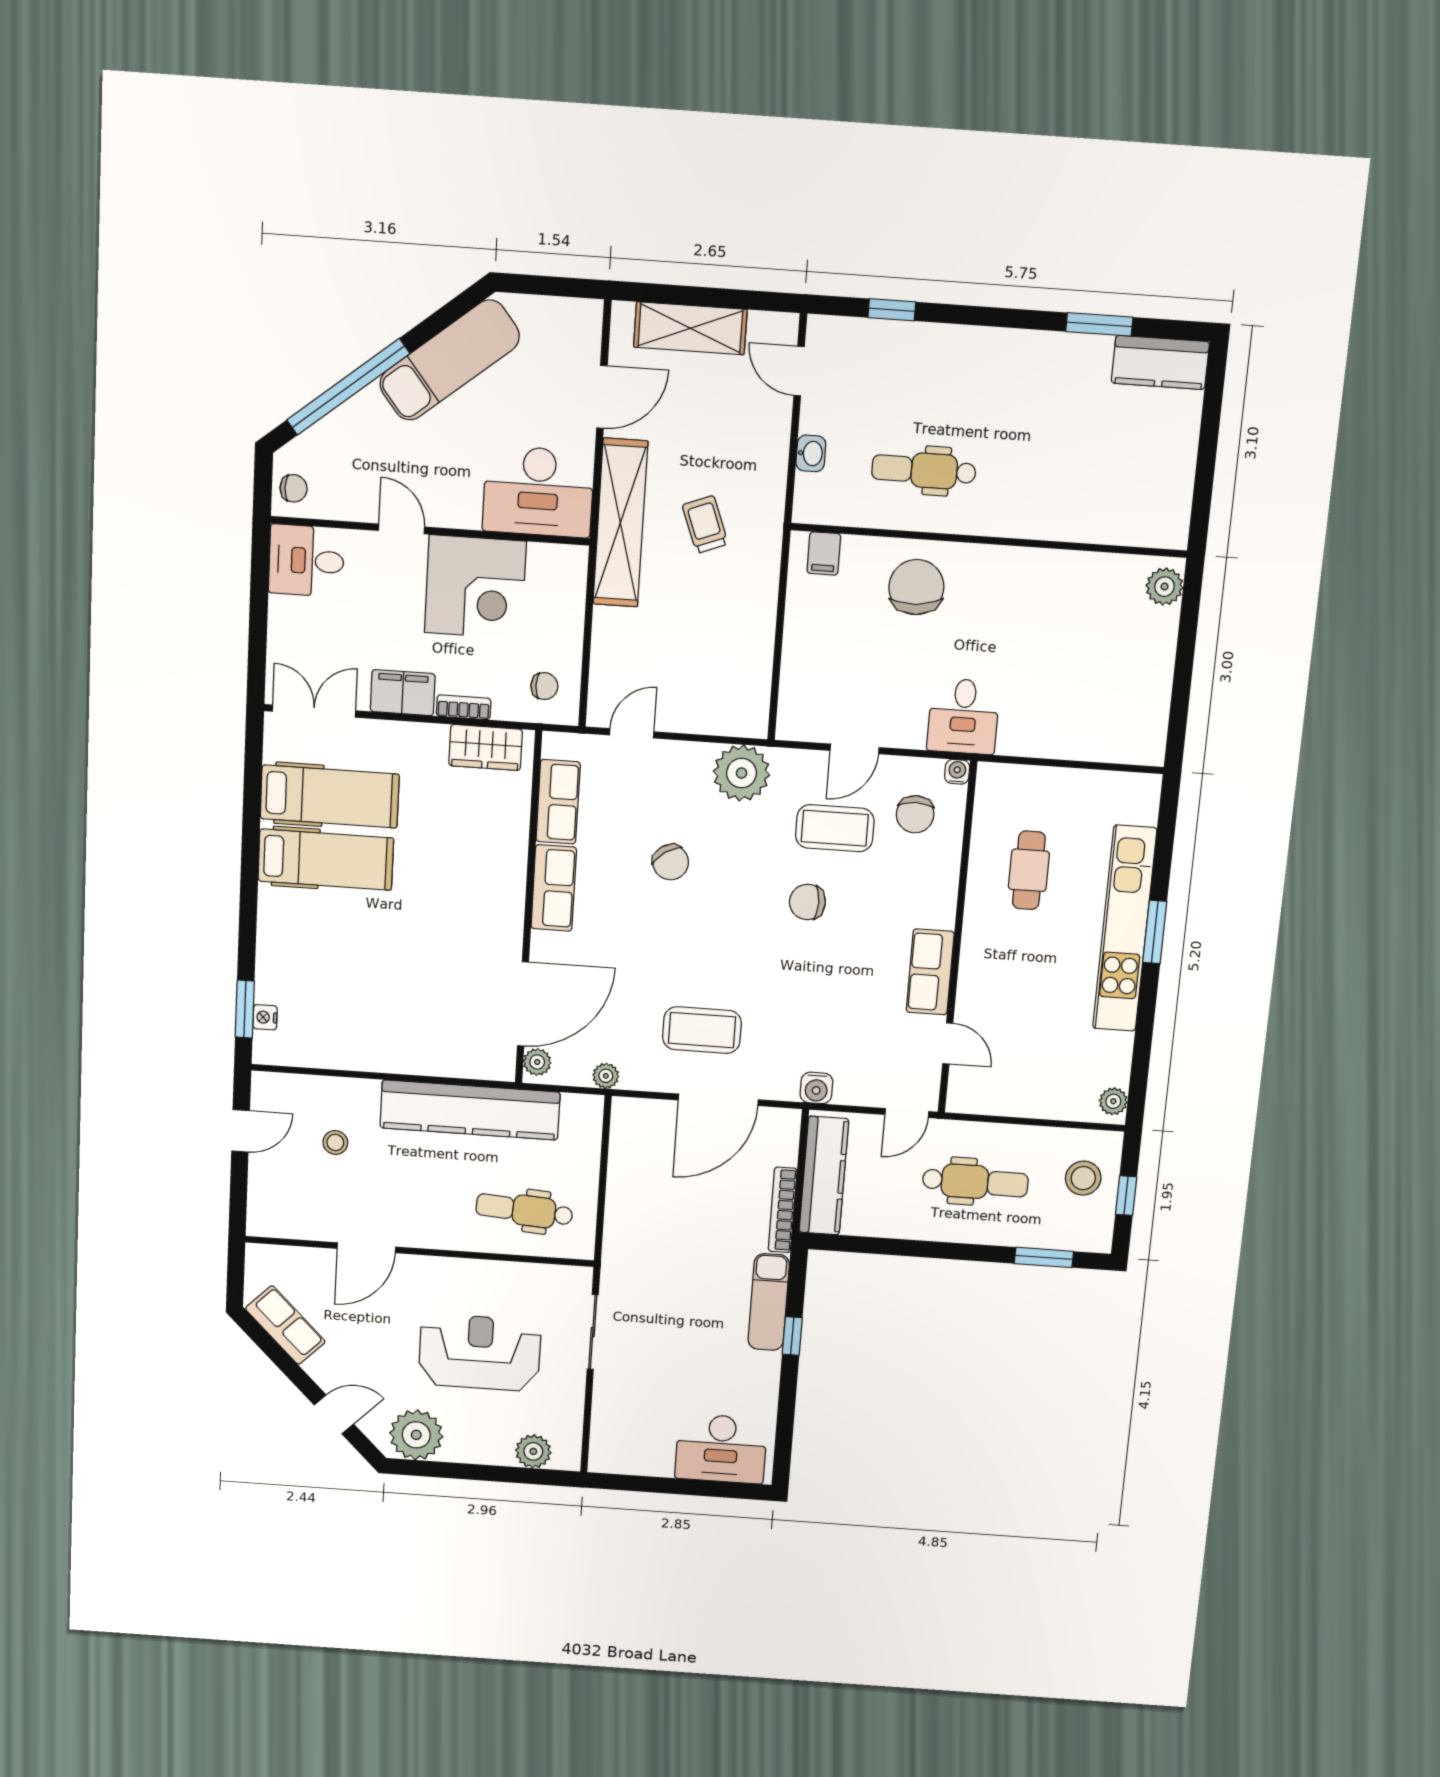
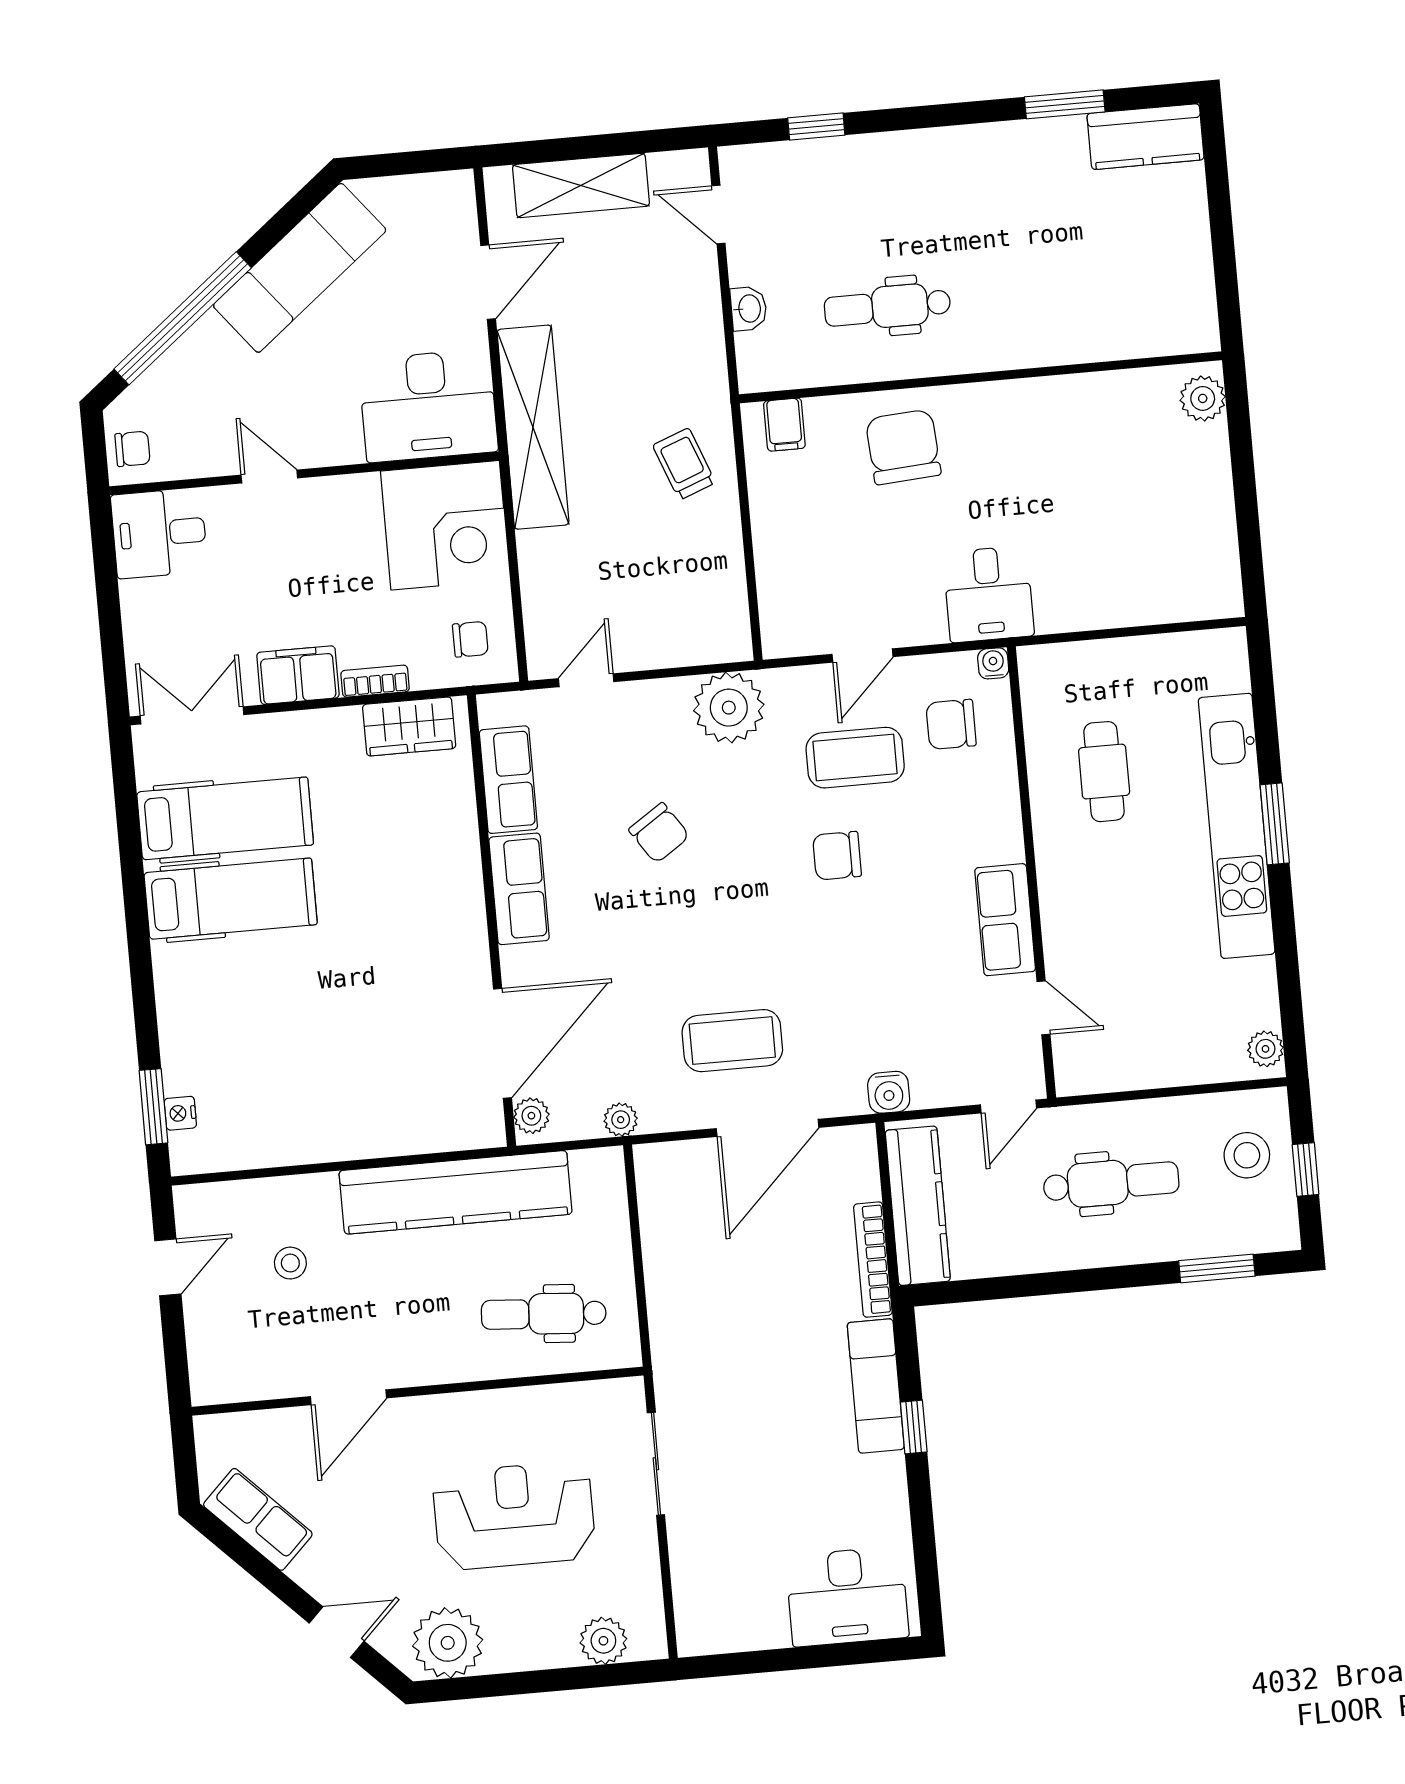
trolley: (705, 525) -> (684, 464), moved
corner desk: (475, 587) -> (445, 525), moved
chair: (915, 814) -> (951, 724), turned 90

